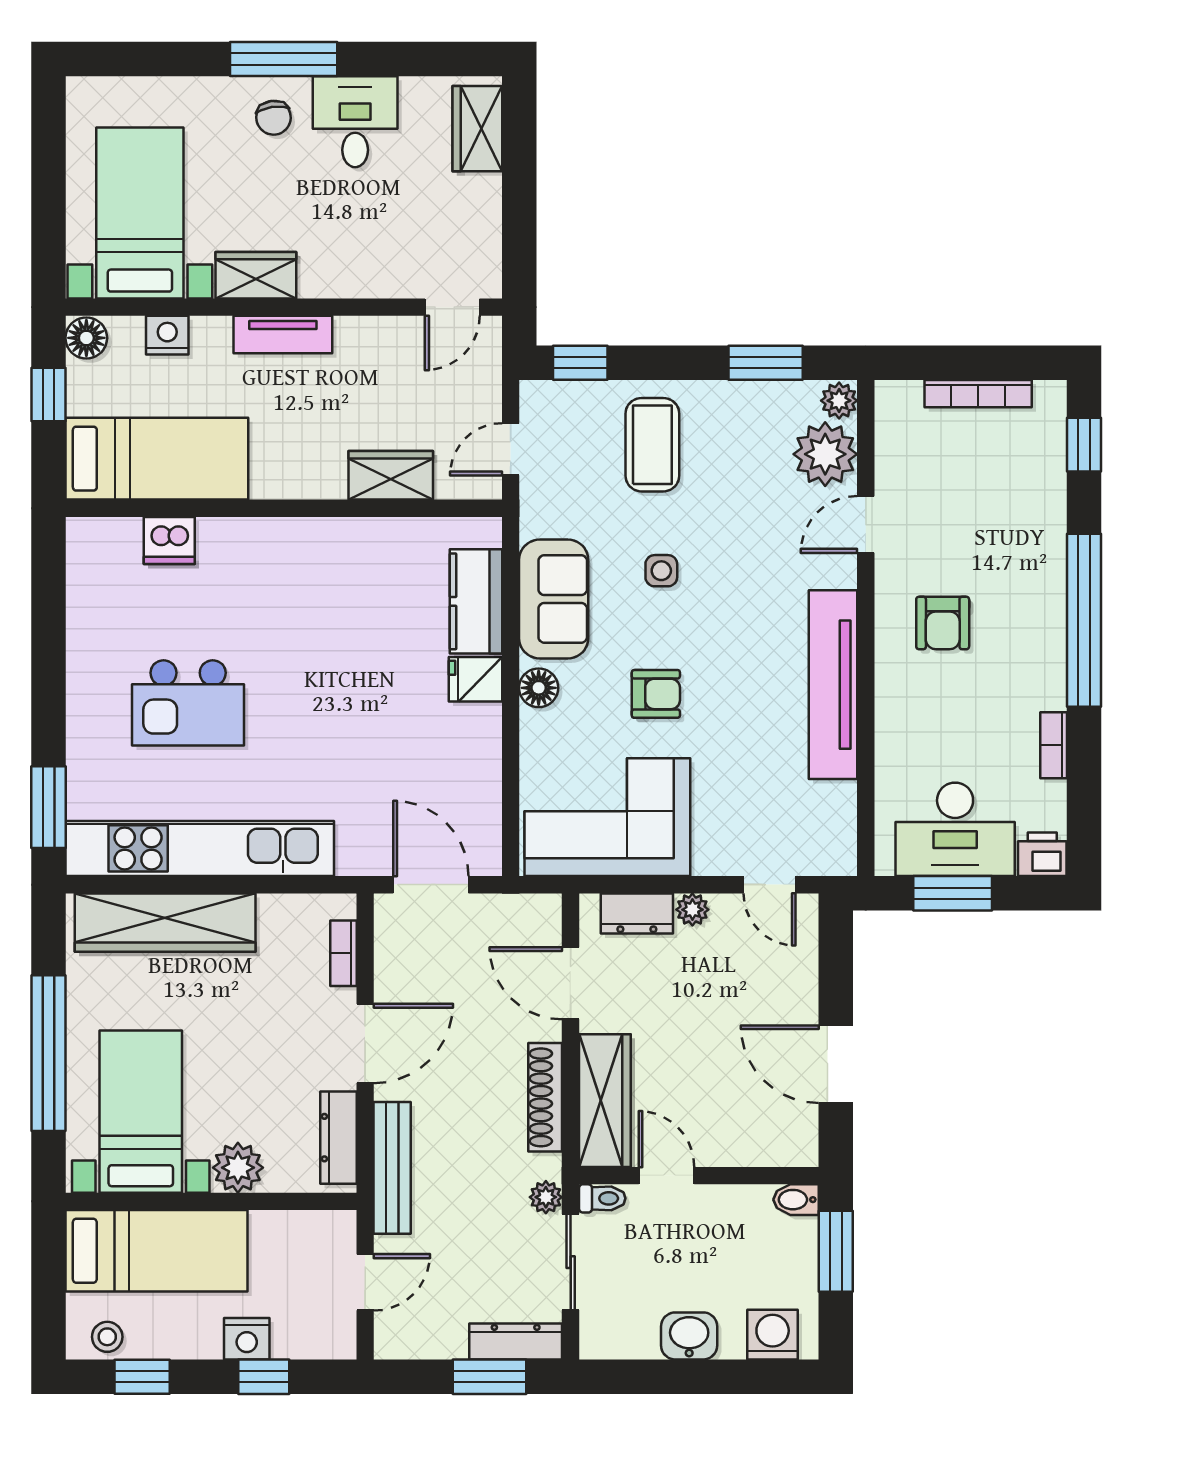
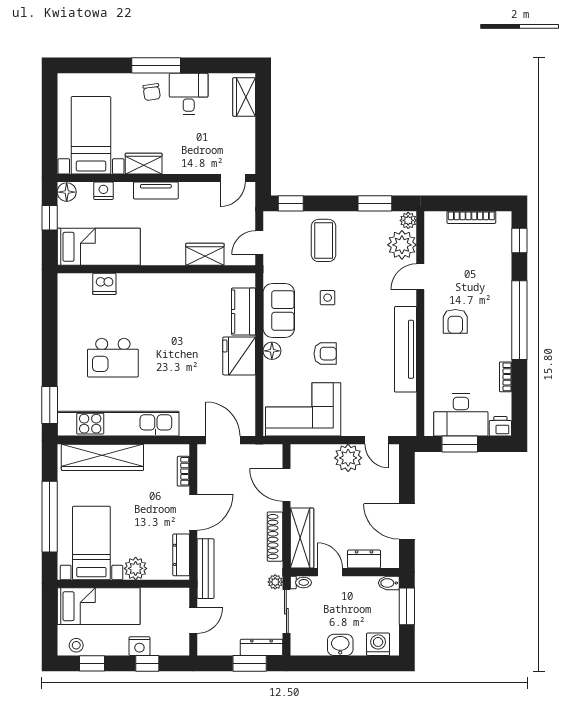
fridge: (475, 679) -> (239, 356), width x1.88, depth x1.34
plant: (692, 910) -> (348, 458), width x1.88, depth x1.88
dresser: (637, 913) -> (364, 559), moved, turned 180

